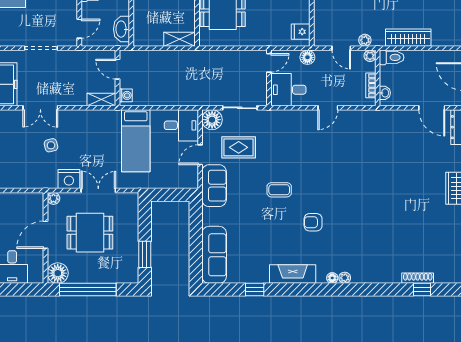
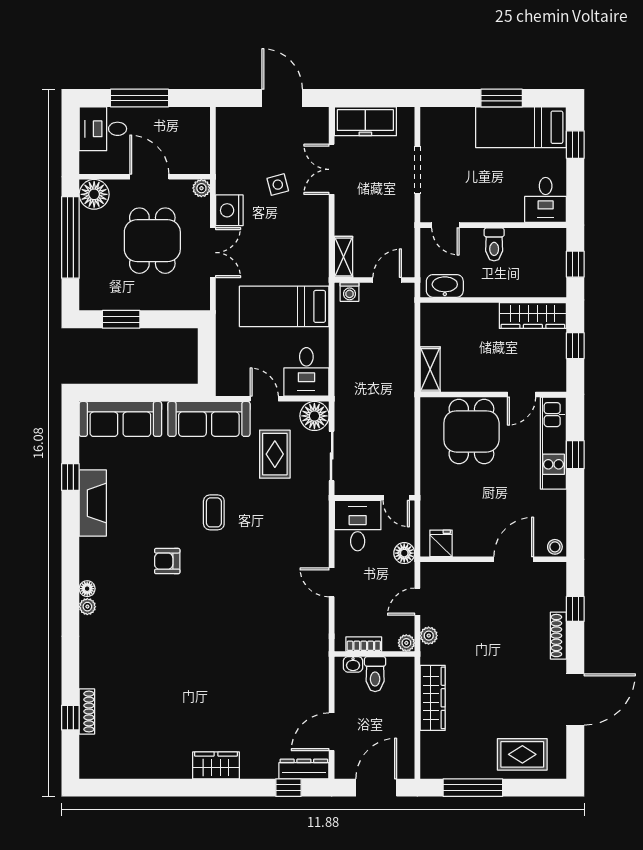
toilet: (392, 57) -> (375, 674), moved
sofa: (214, 186) -> (209, 419), width x1.36
armchair: (313, 222) -> (167, 561), turned -90
fireplace: (293, 274) -> (93, 503), moved

